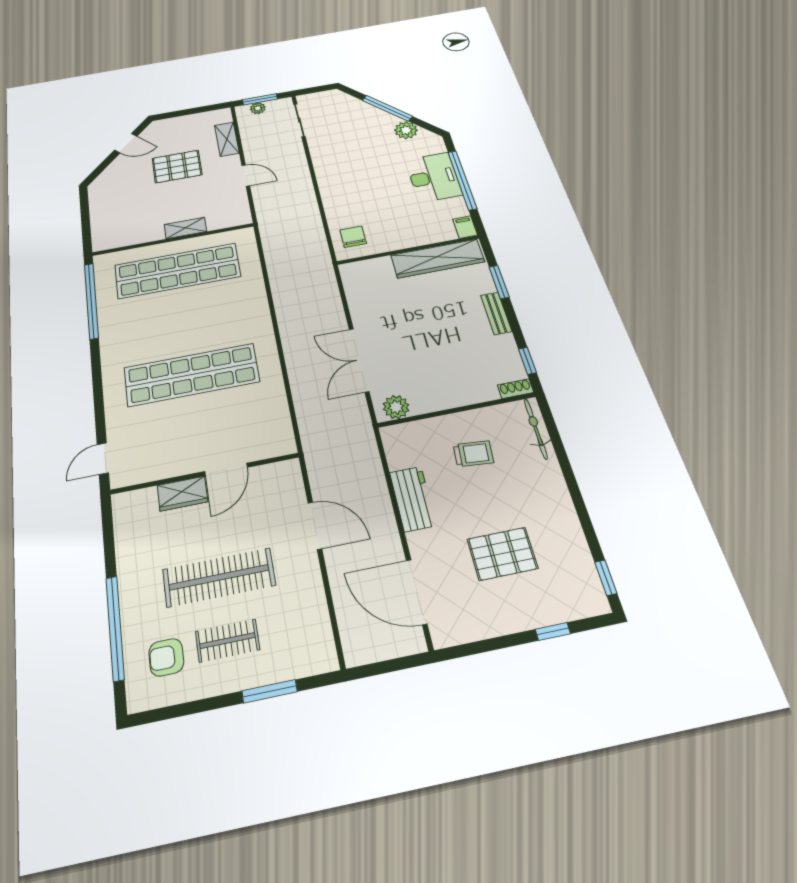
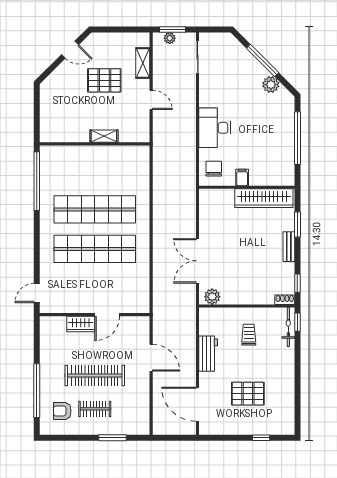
desk: (434, 177) -> (215, 128), moved, turned 180
filing cabinet: (465, 227) -> (242, 177), moved
shop shelf: (177, 271) -> (95, 209), moved
trolley: (473, 454) -> (249, 335), turned -95
window: (606, 578) -> (297, 322), moved

